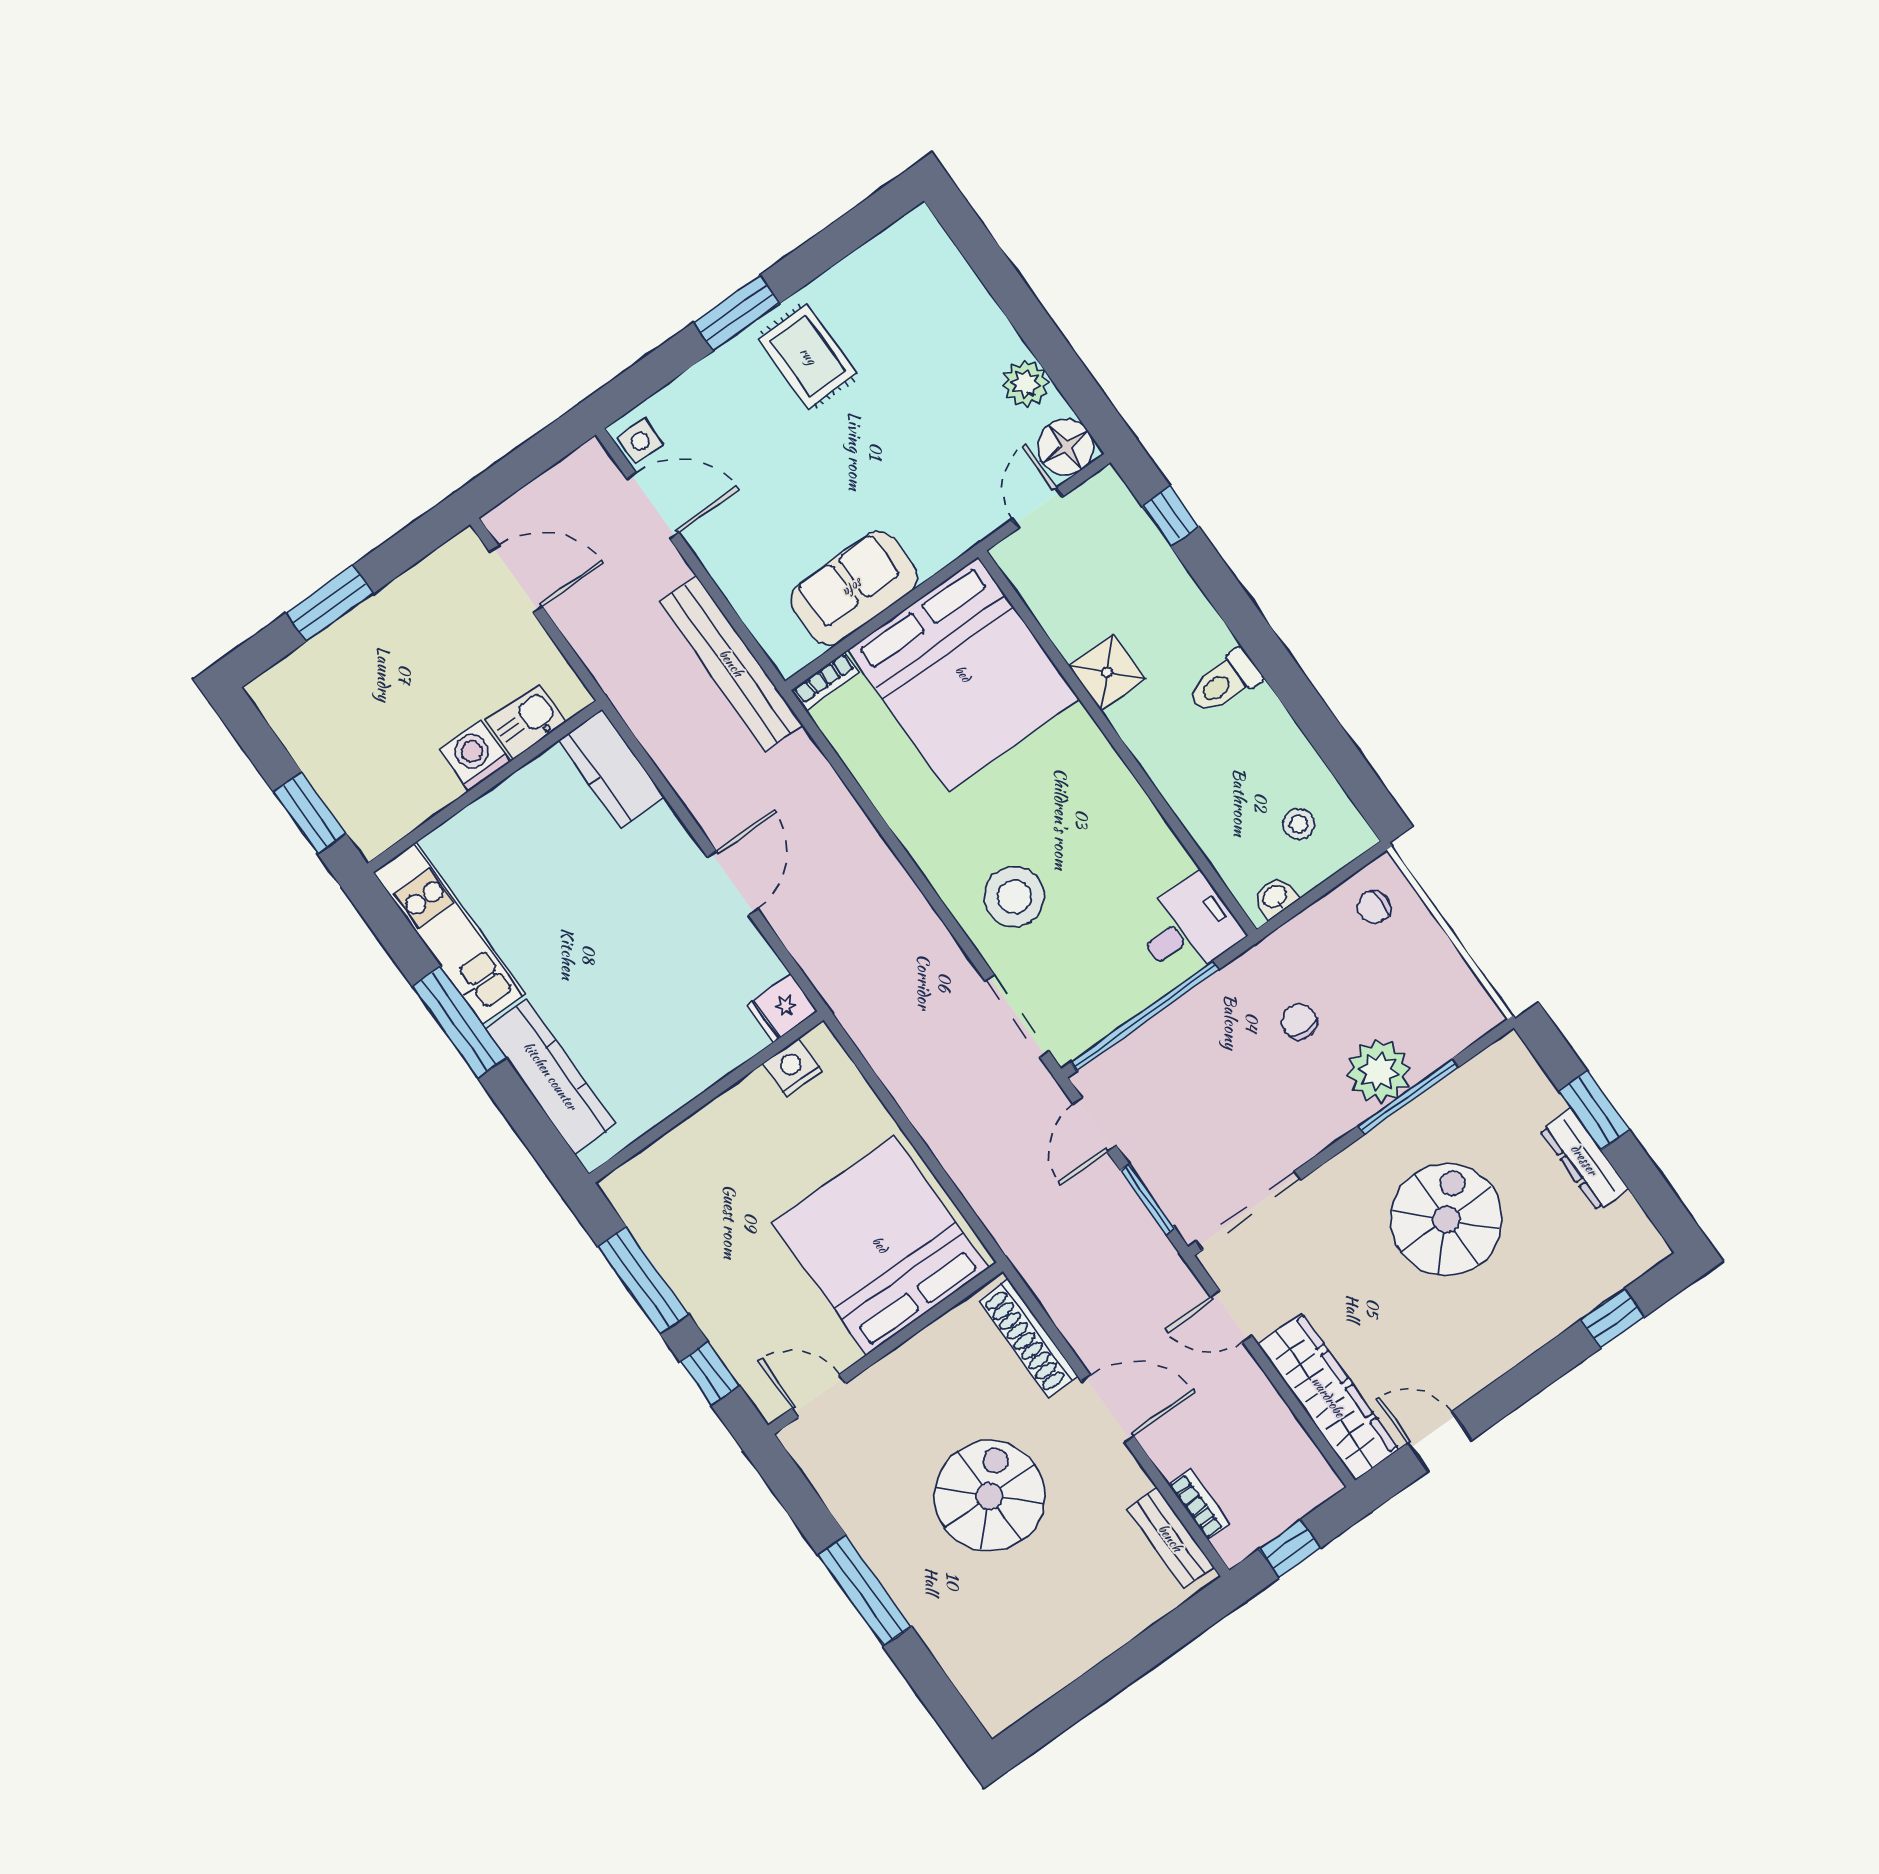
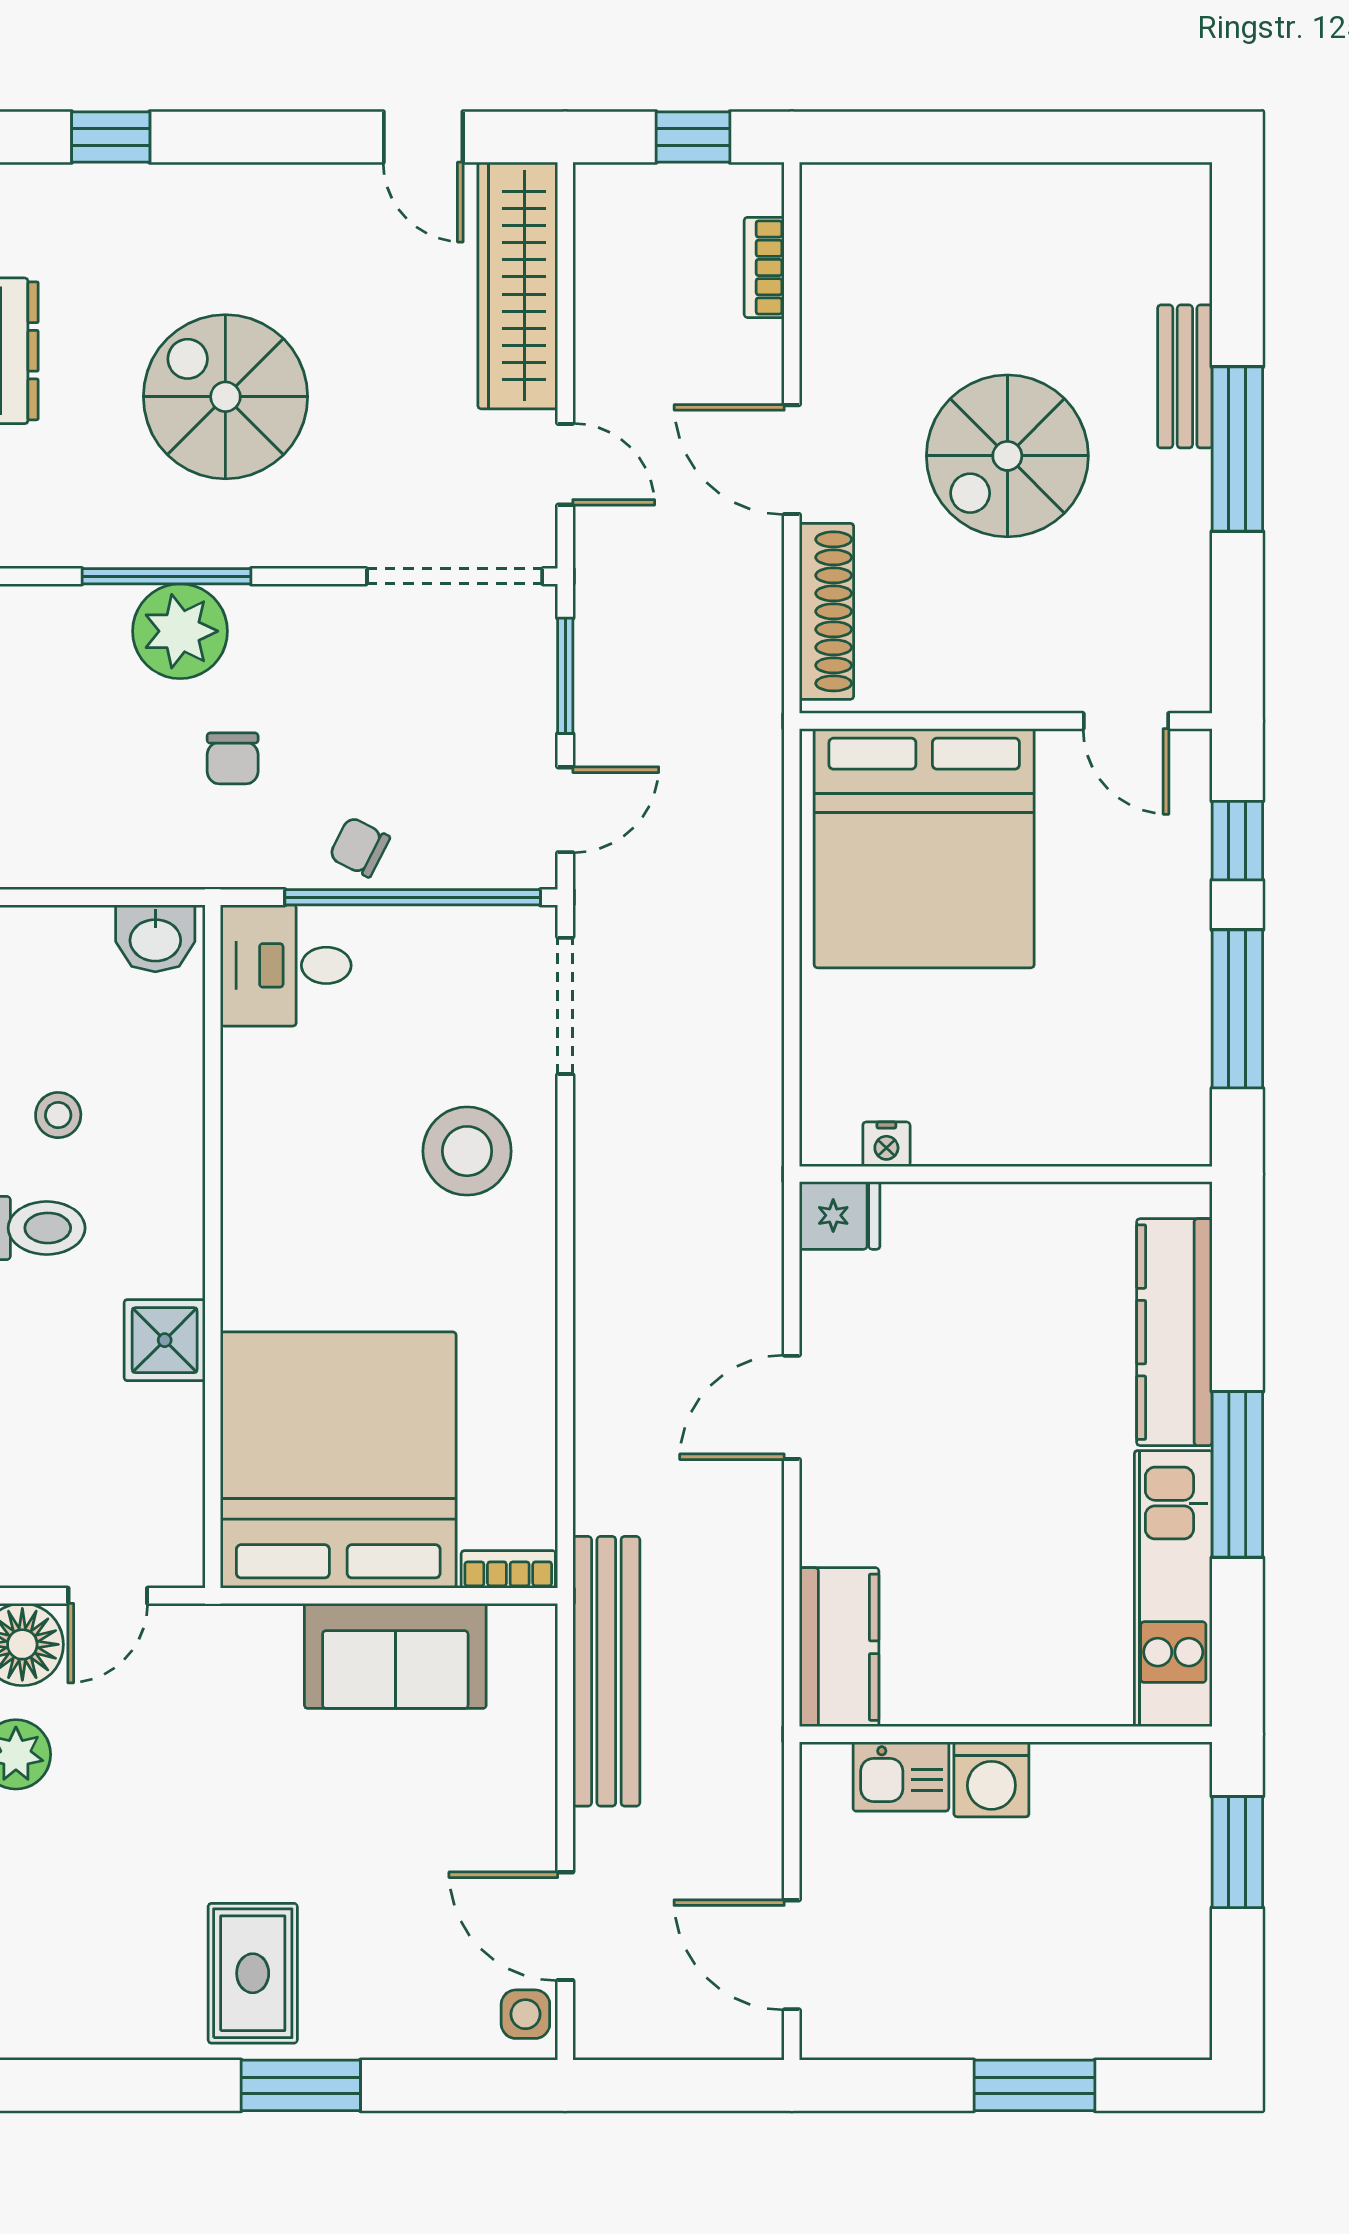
stool: (1299, 824) -> (58, 1115), moved
washbasin: (1275, 897) -> (155, 938), width x1.38, depth x1.45
chair: (1374, 907) -> (359, 847), moved, turned -153
nightstand: (792, 1067) -> (886, 1144), width x0.72, depth x0.74
spiral stairs: (1446, 1219) -> (225, 397), turned 90
bench: (1170, 1538) -> (1185, 376), moved

